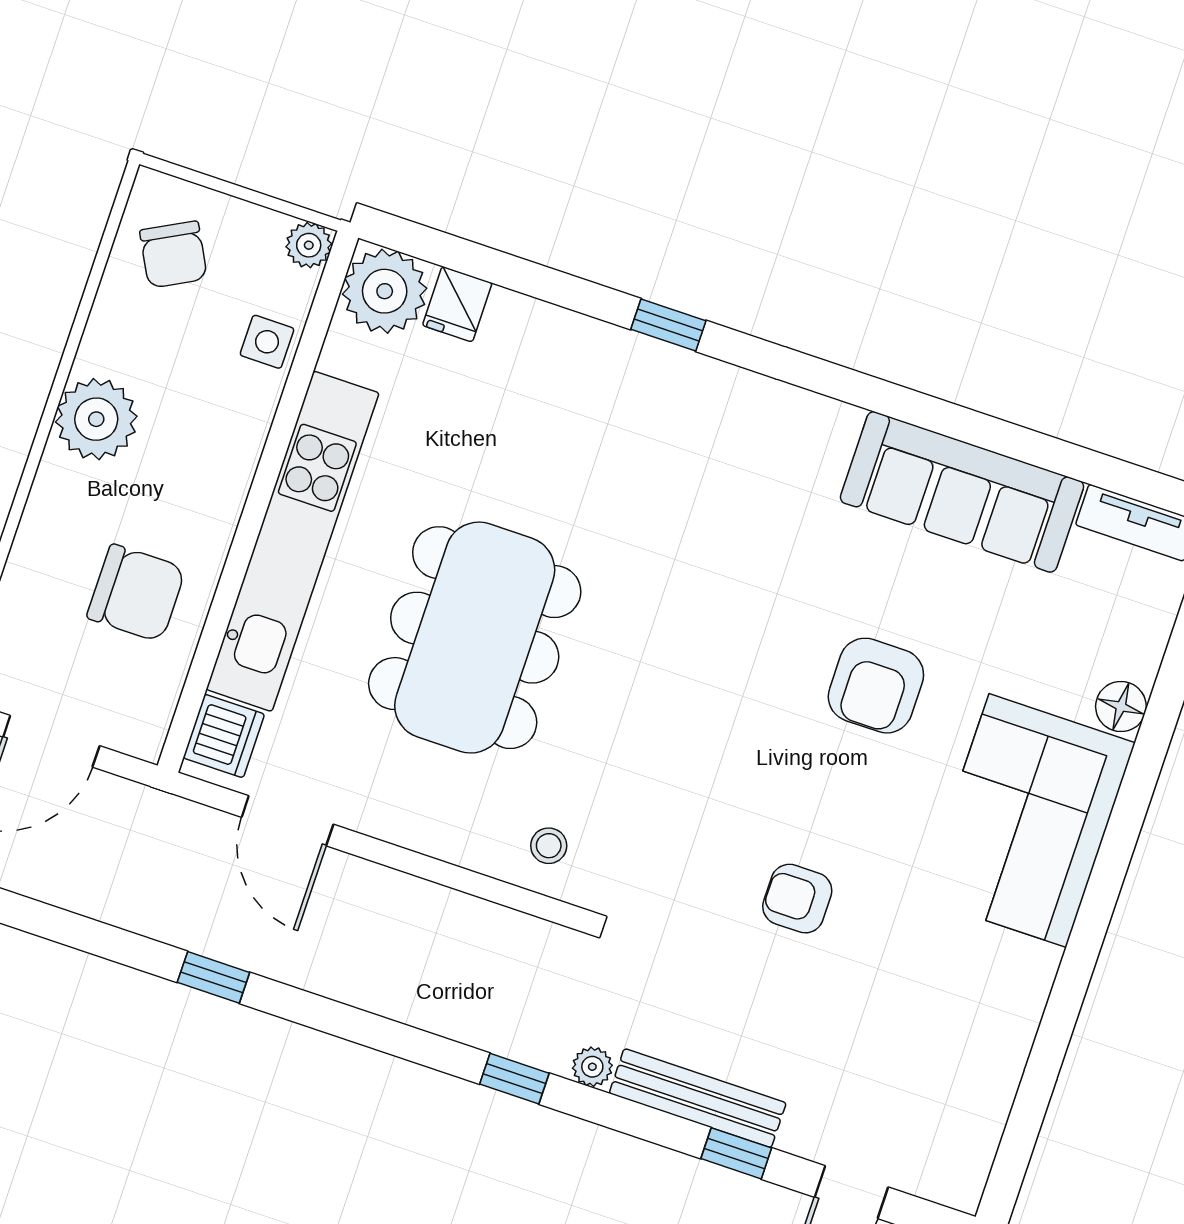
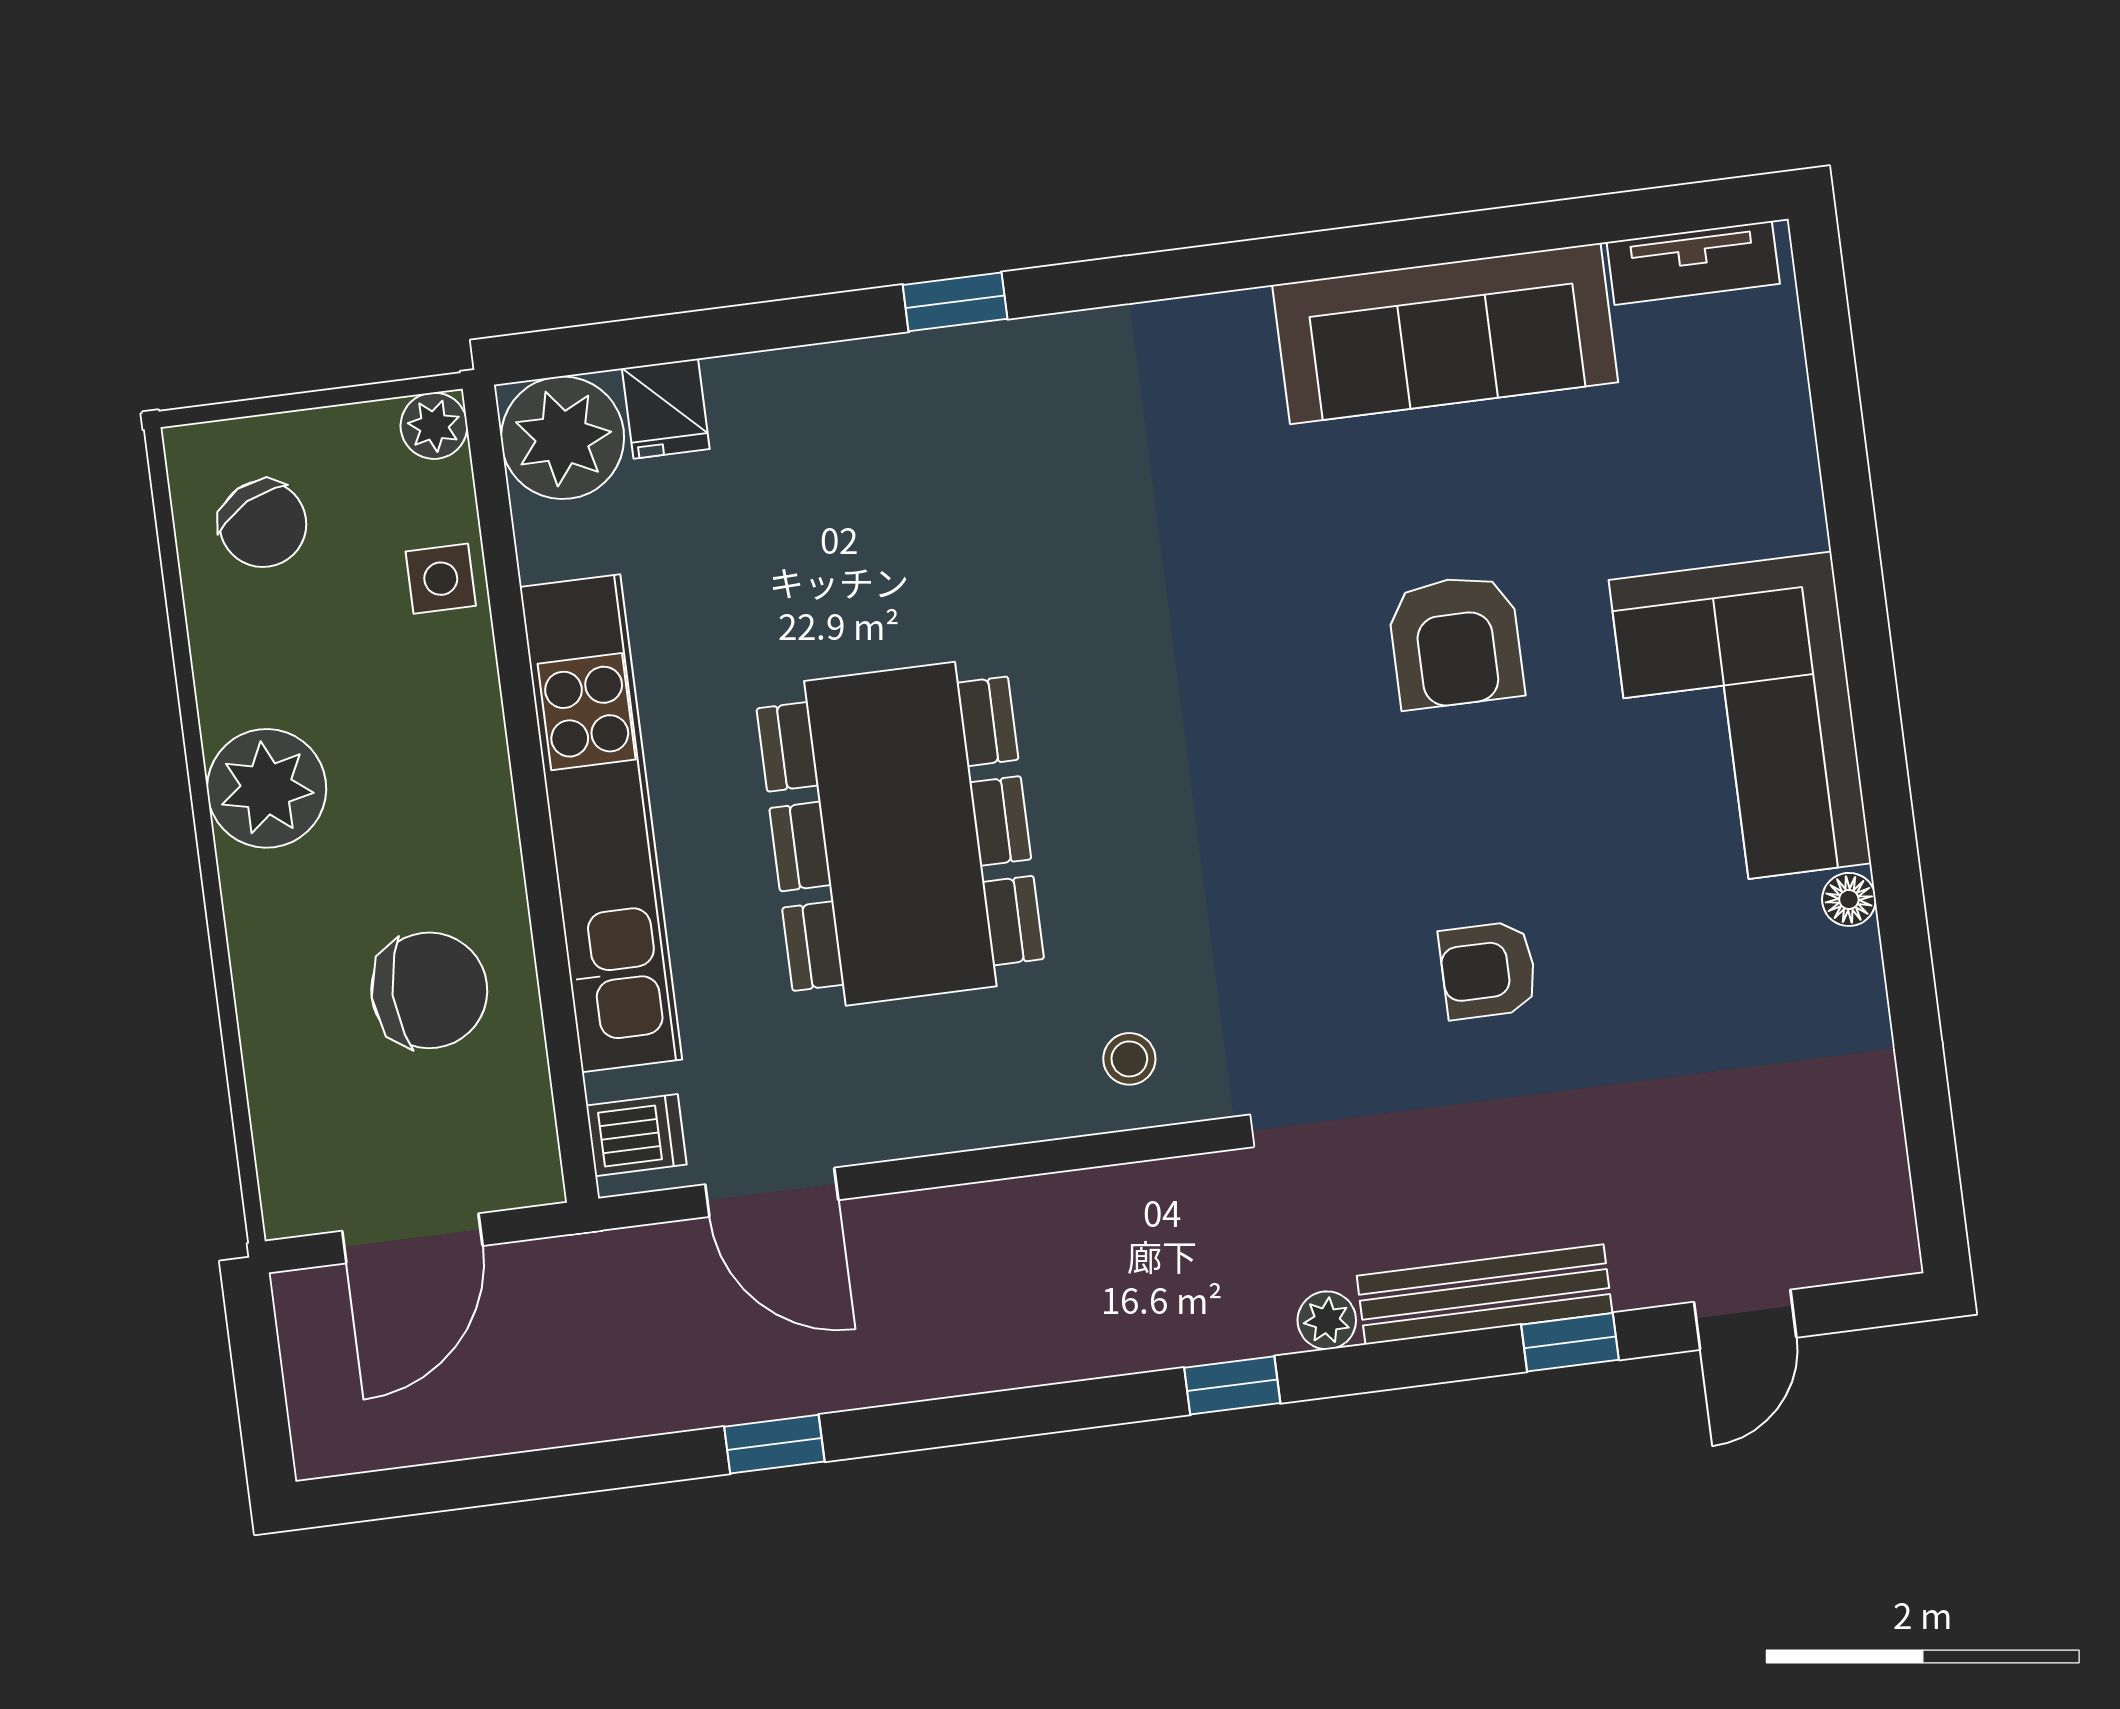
floor lamp: (1121, 707) -> (1849, 899), moved, width x0.73, depth x0.73
dishwasher: (224, 736) -> (636, 1135), width x0.73

